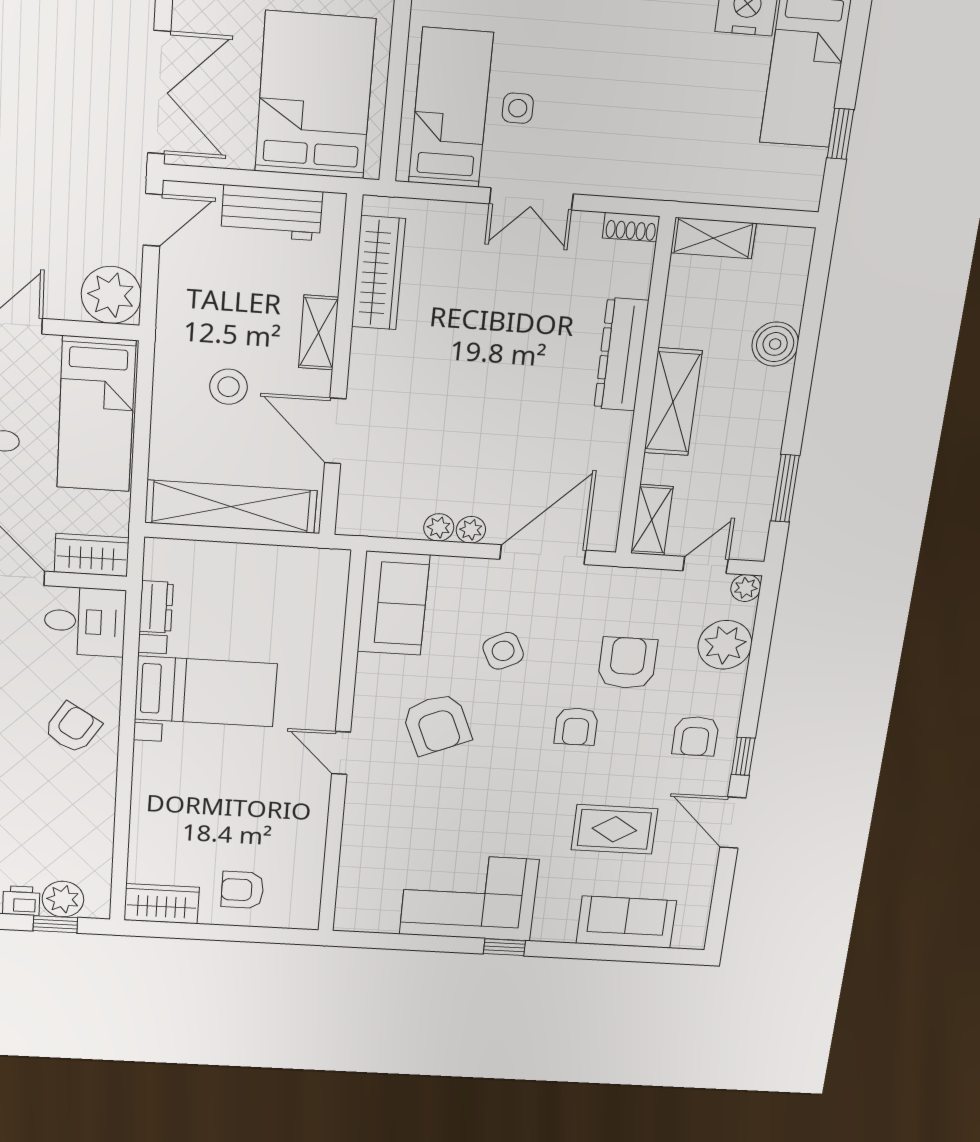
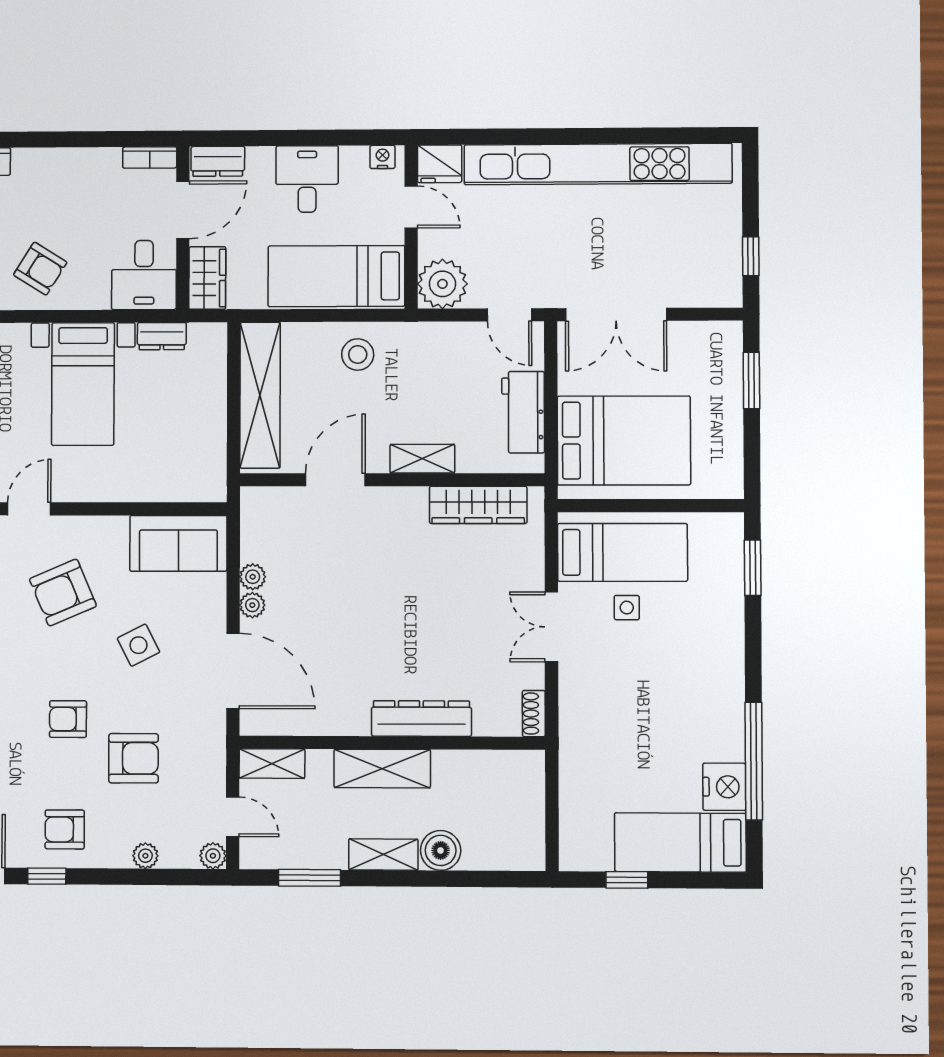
shelving: (713, 238) -> (383, 854), moved, turned 90
stool: (229, 387) -> (358, 354), moved
plant: (725, 645) -> (145, 856), width x0.53, depth x0.53

